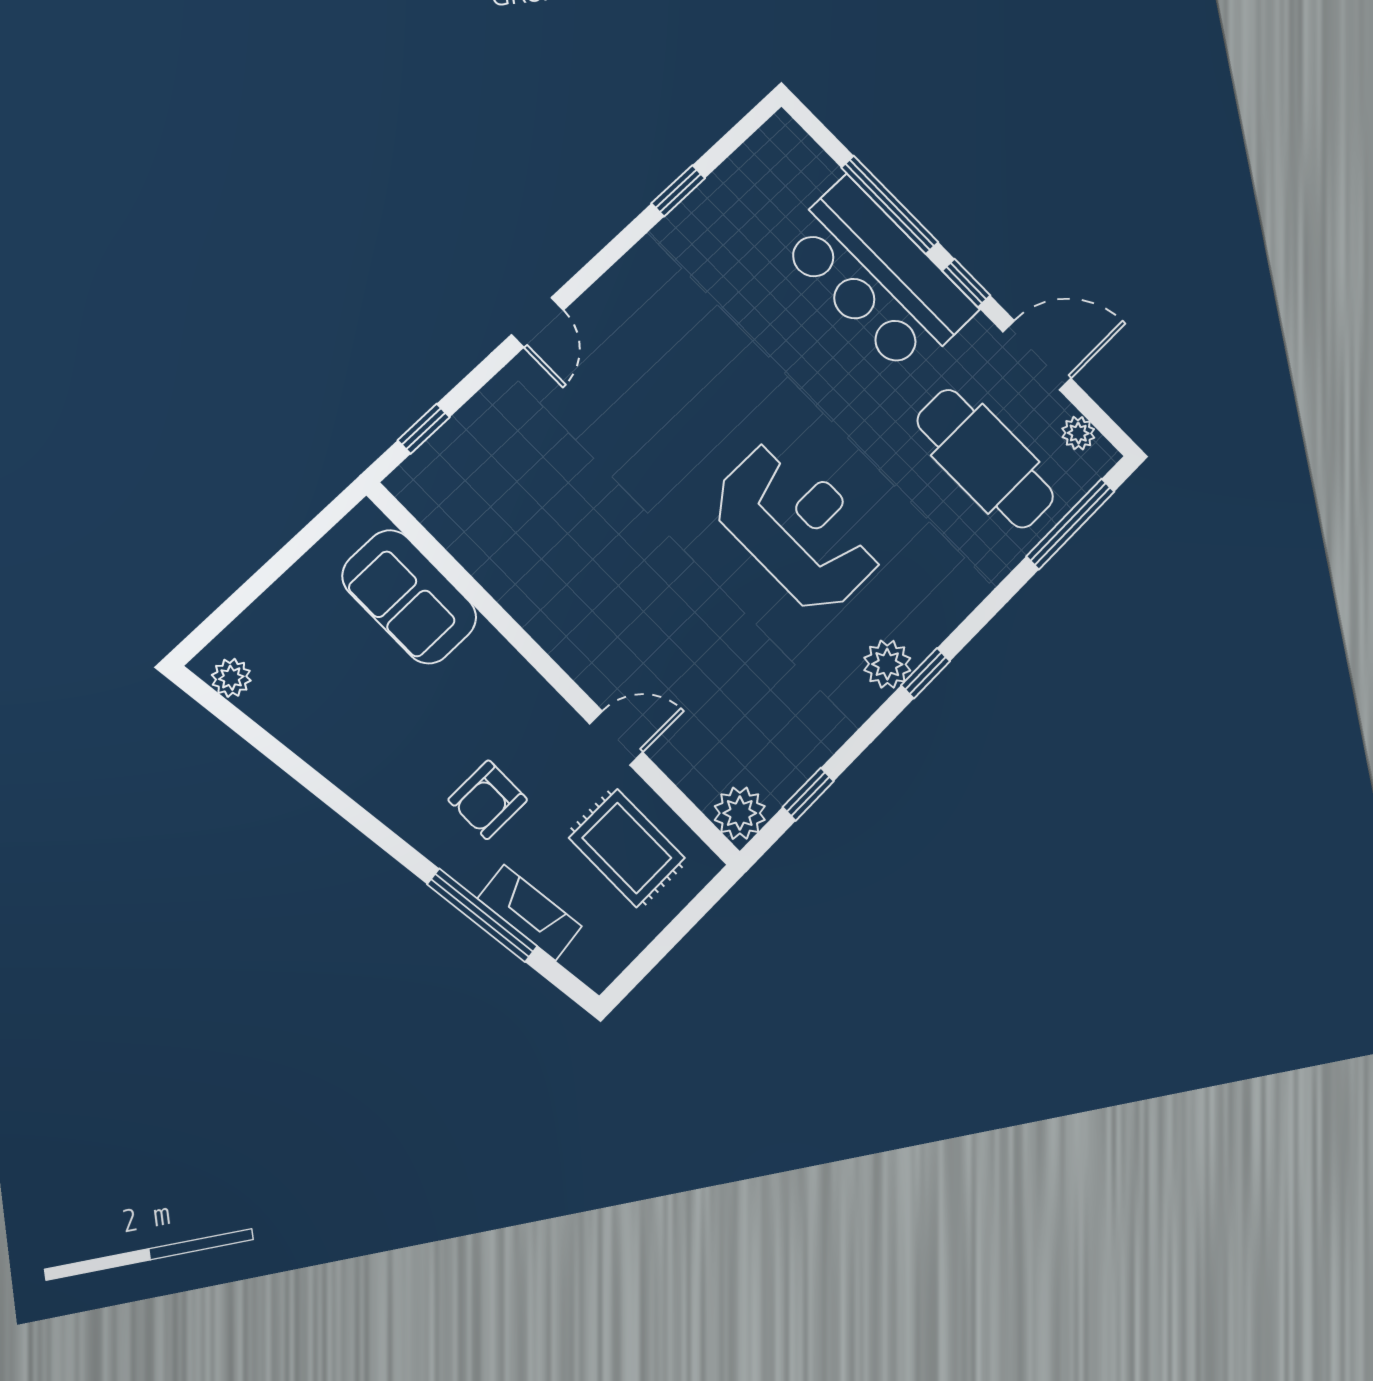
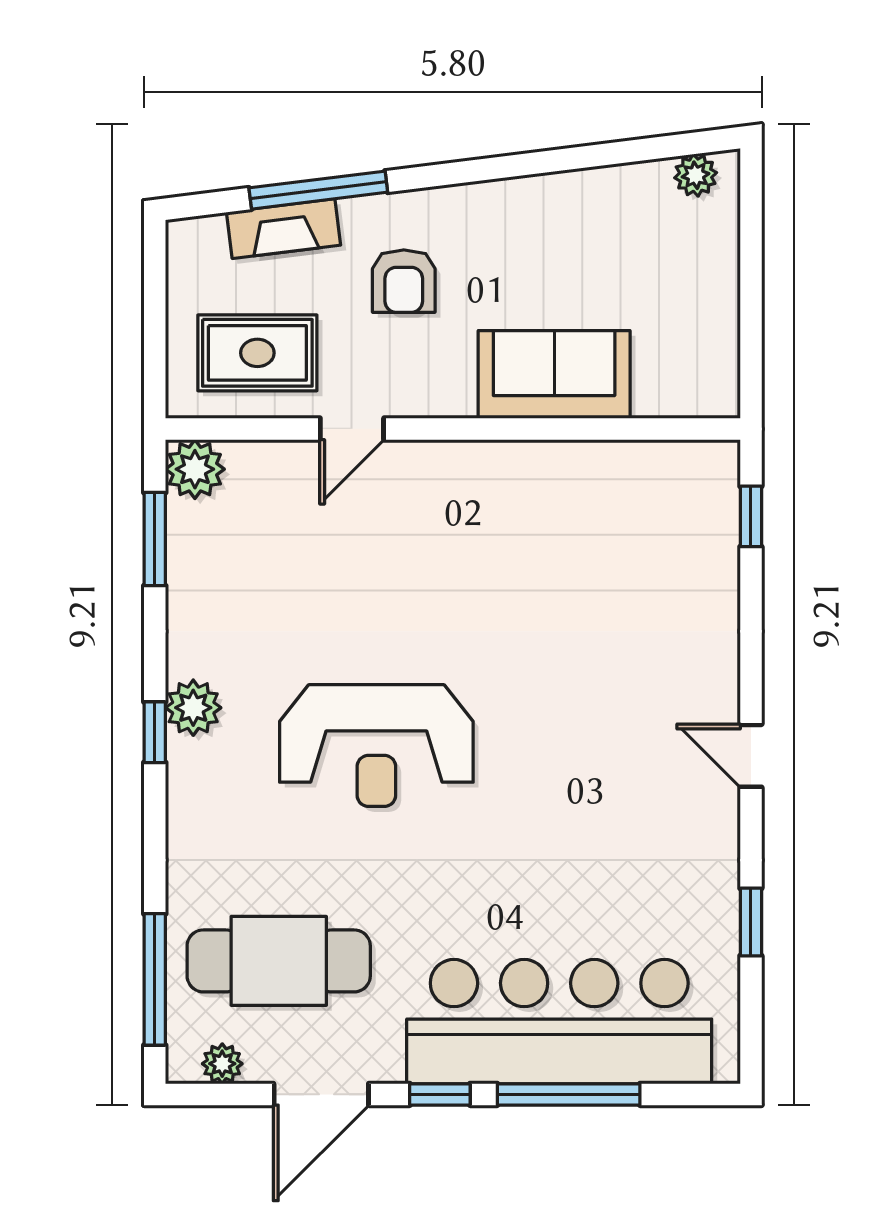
bar counter: (877, 277) -> (559, 1022), width x1.36
door: (537, 322) -> (751, 756), moved
sofa: (409, 597) -> (554, 374), moved
window: (808, 794) -> (155, 539), width x1.50
armchair: (488, 800) -> (404, 281), turned 180

